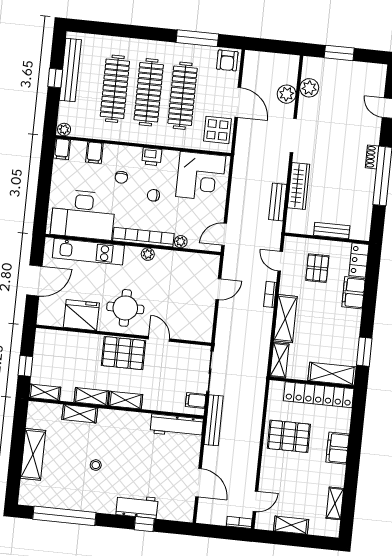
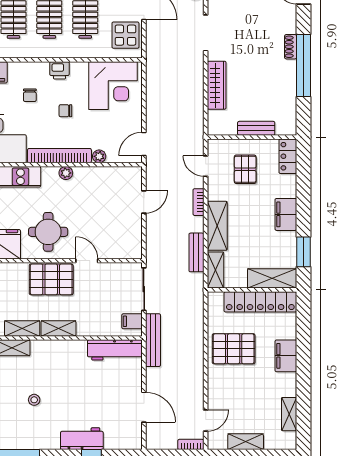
bench: (278, 202) -> (196, 252), moved
filing cabinet: (354, 293) -> (286, 214), moved

